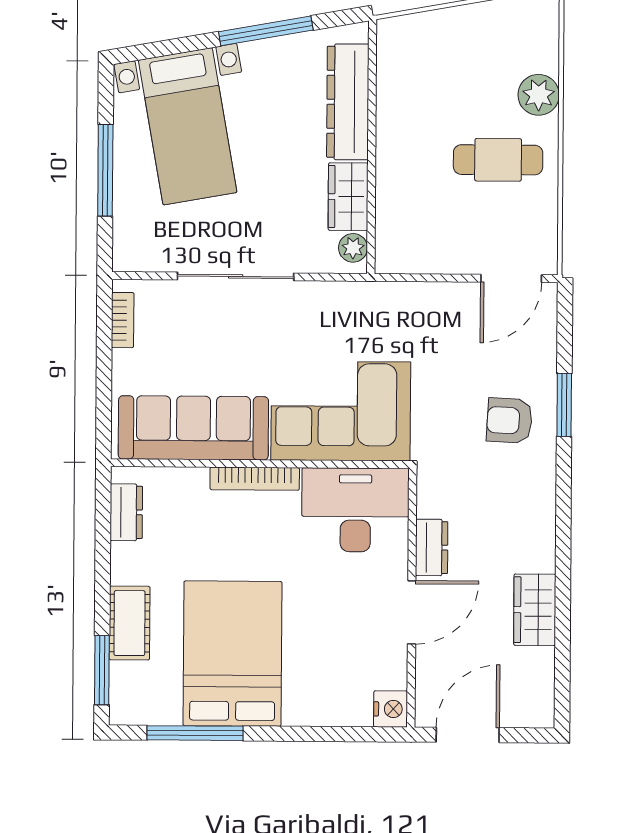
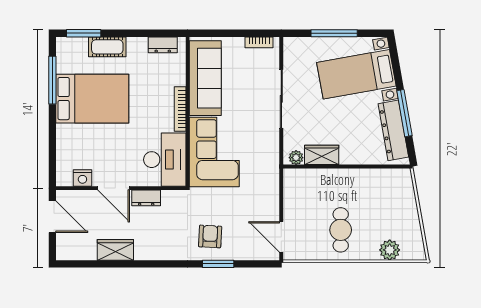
plant: (539, 95) -> (390, 250), moved
dresser: (348, 102) -> (393, 130), moved, turned -100
nightstand: (391, 709) -> (82, 178), moved

